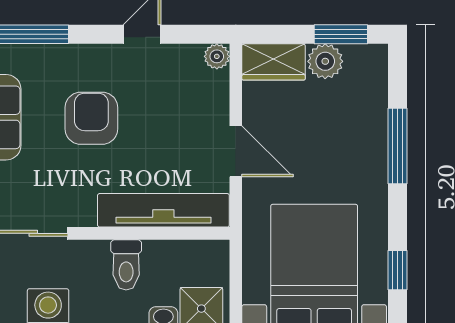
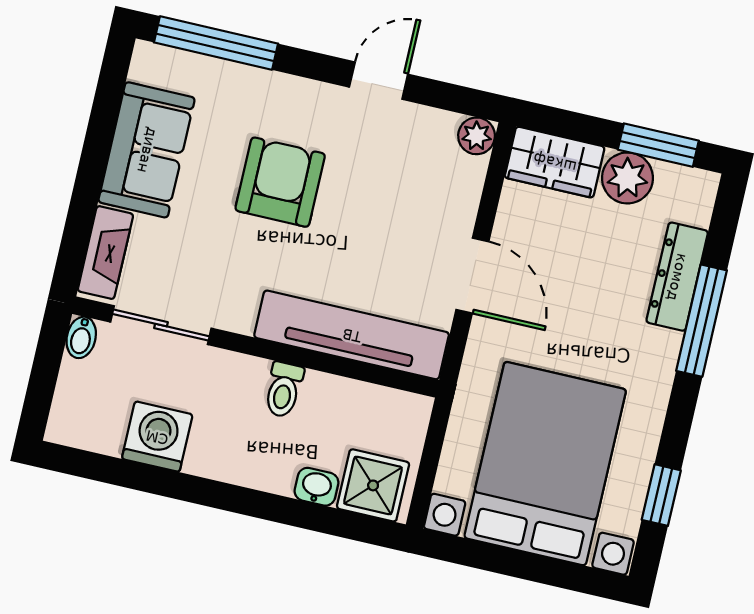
dresser: (374, 120) -> (677, 277), added
toilet: (126, 265) -> (284, 390), width x0.73, depth x0.72

